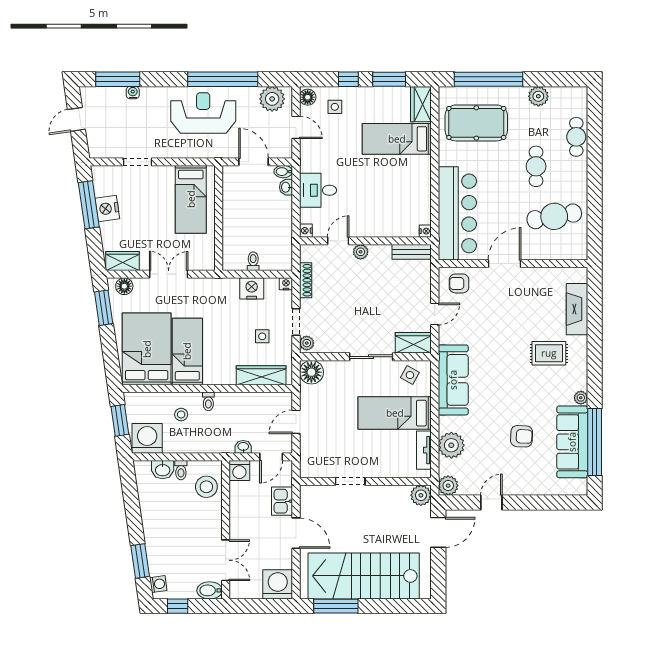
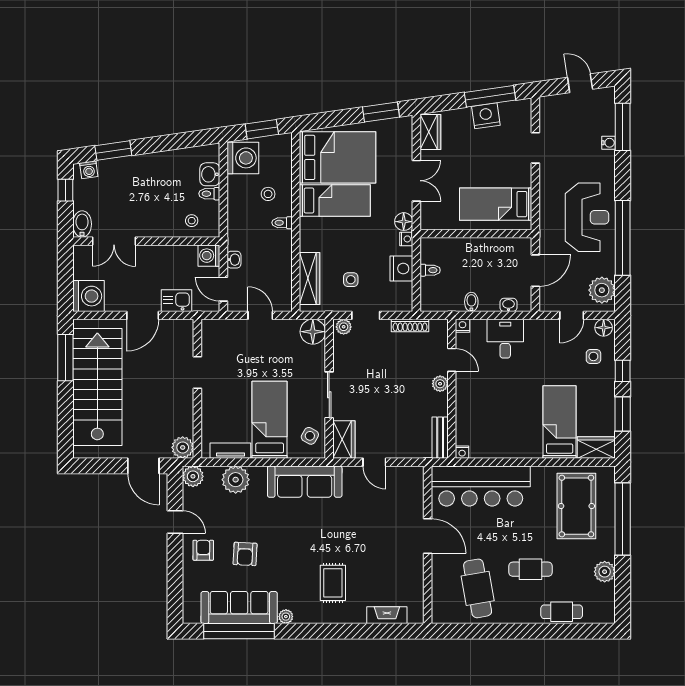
bidet: (283, 172) -> (471, 302), moved
armchair: (459, 283) -> (203, 550), moved
nightstand: (286, 284) -> (406, 239), moved
floor lamp: (124, 286) -> (404, 222), moved
fireplace: (577, 309) -> (387, 615), width x0.73, depth x0.76
stool: (206, 487) -> (192, 221), width x0.53, depth x0.53

